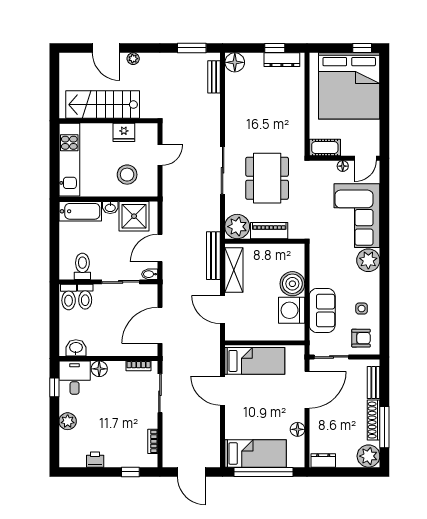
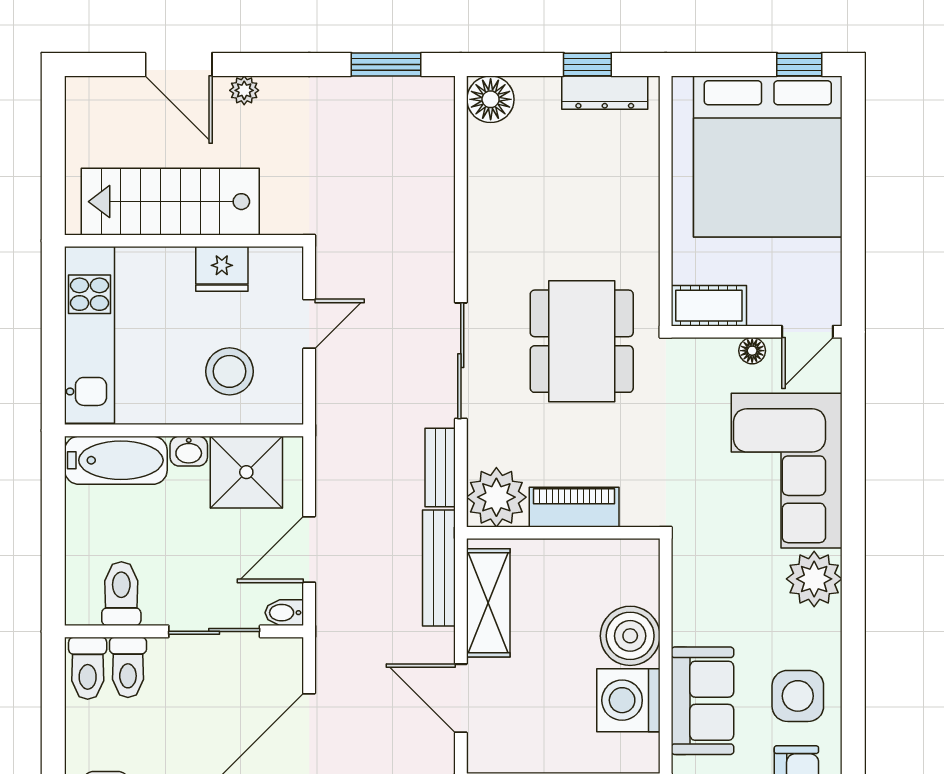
bench: (214, 77) -> (440, 468), moved
dining table: (267, 178) -> (582, 341), moved
side table: (362, 309) -> (798, 696), width x1.87, depth x1.87

